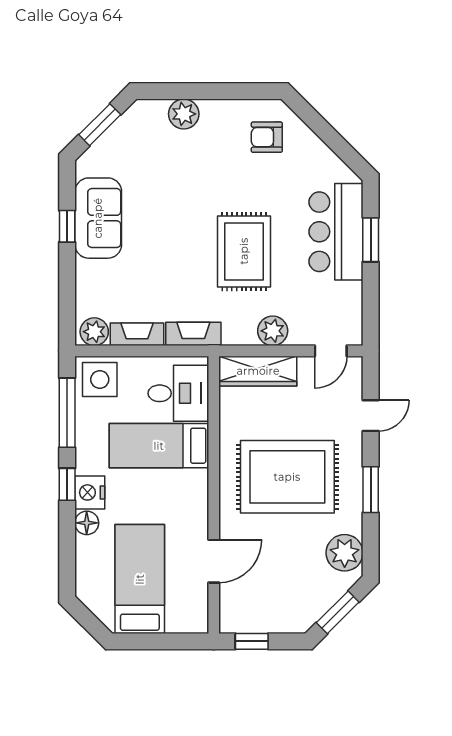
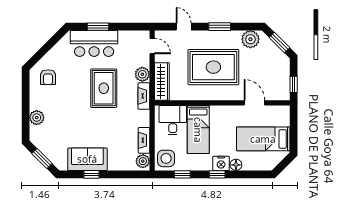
rug: (244, 251) -> (104, 88), turned 90
fireplace: (193, 334) -> (144, 96), moved
window: (67, 413) -> (182, 174), width x0.46
rug: (287, 477) -> (213, 67), turned 90

